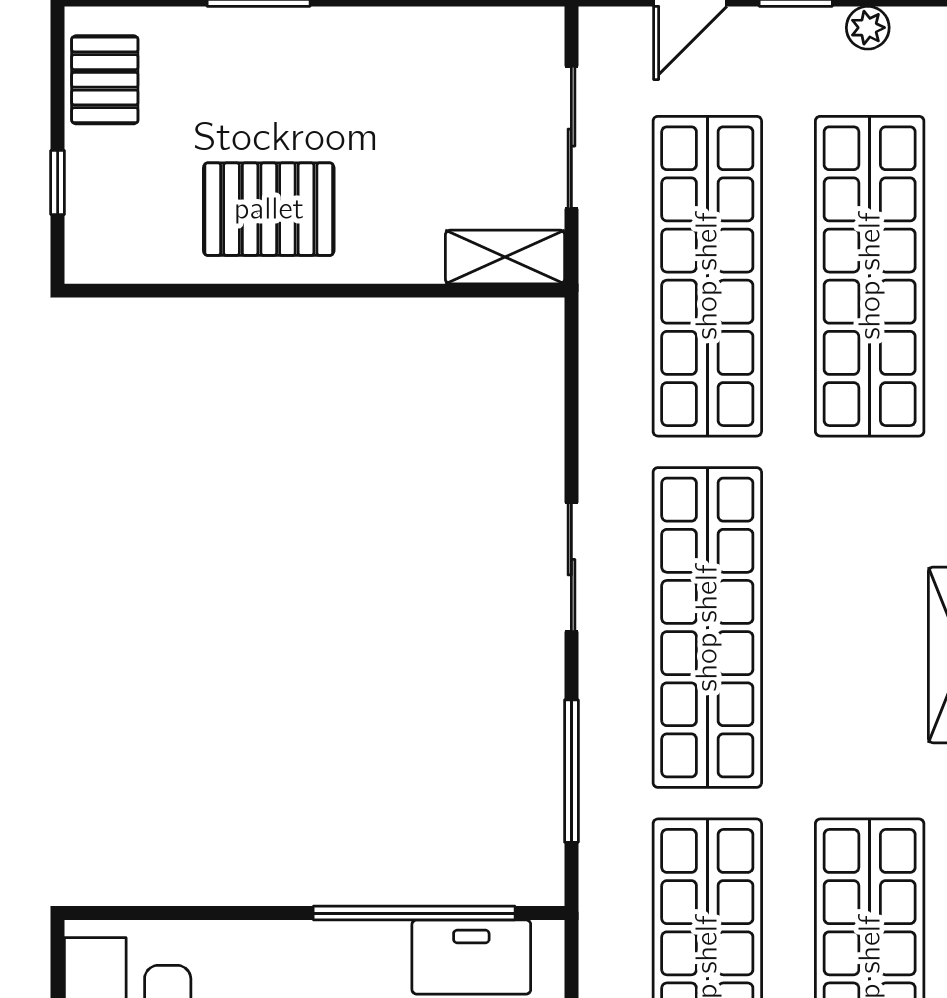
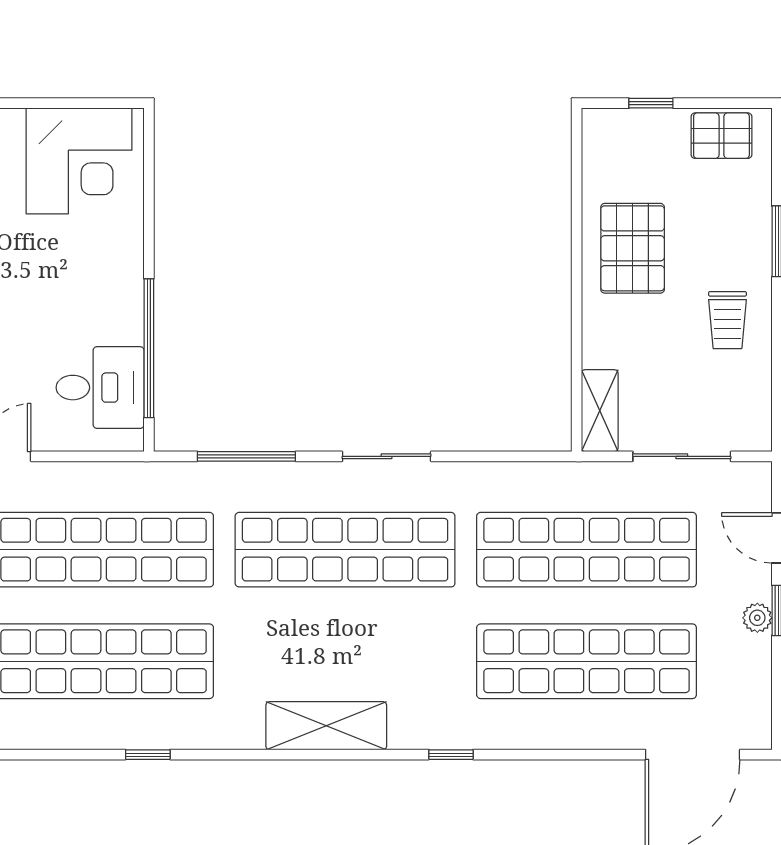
plant: (868, 28) -> (757, 618), moved
trolley: (373, 71) -> (727, 320), added

